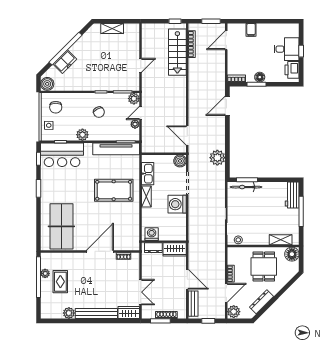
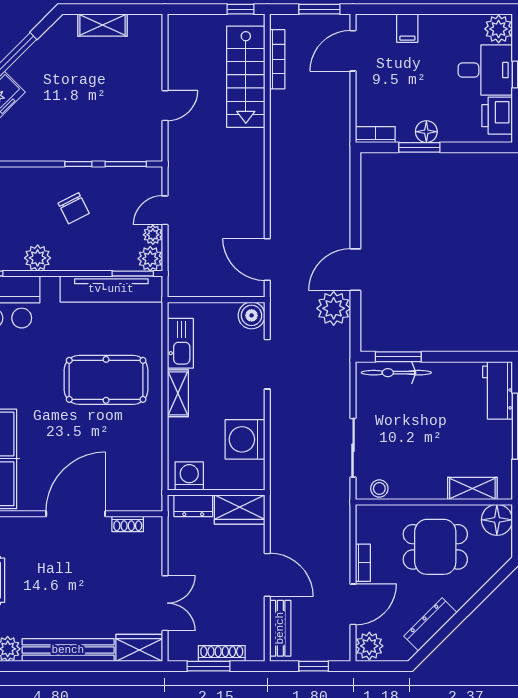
plant: (293, 30) -> (499, 29), added
plant: (134, 99) -> (150, 259), moved
door: (227, 106) -> (355, 270), moved
washing machine: (177, 204) -> (245, 439), moved
dining table: (264, 266) -> (435, 547), turned 90

